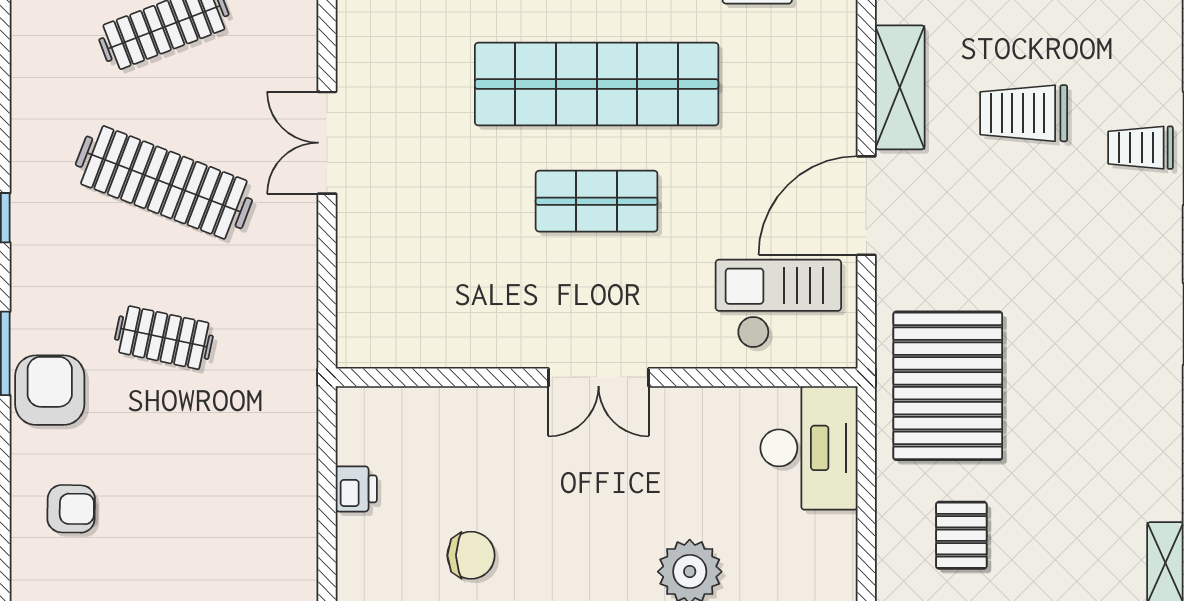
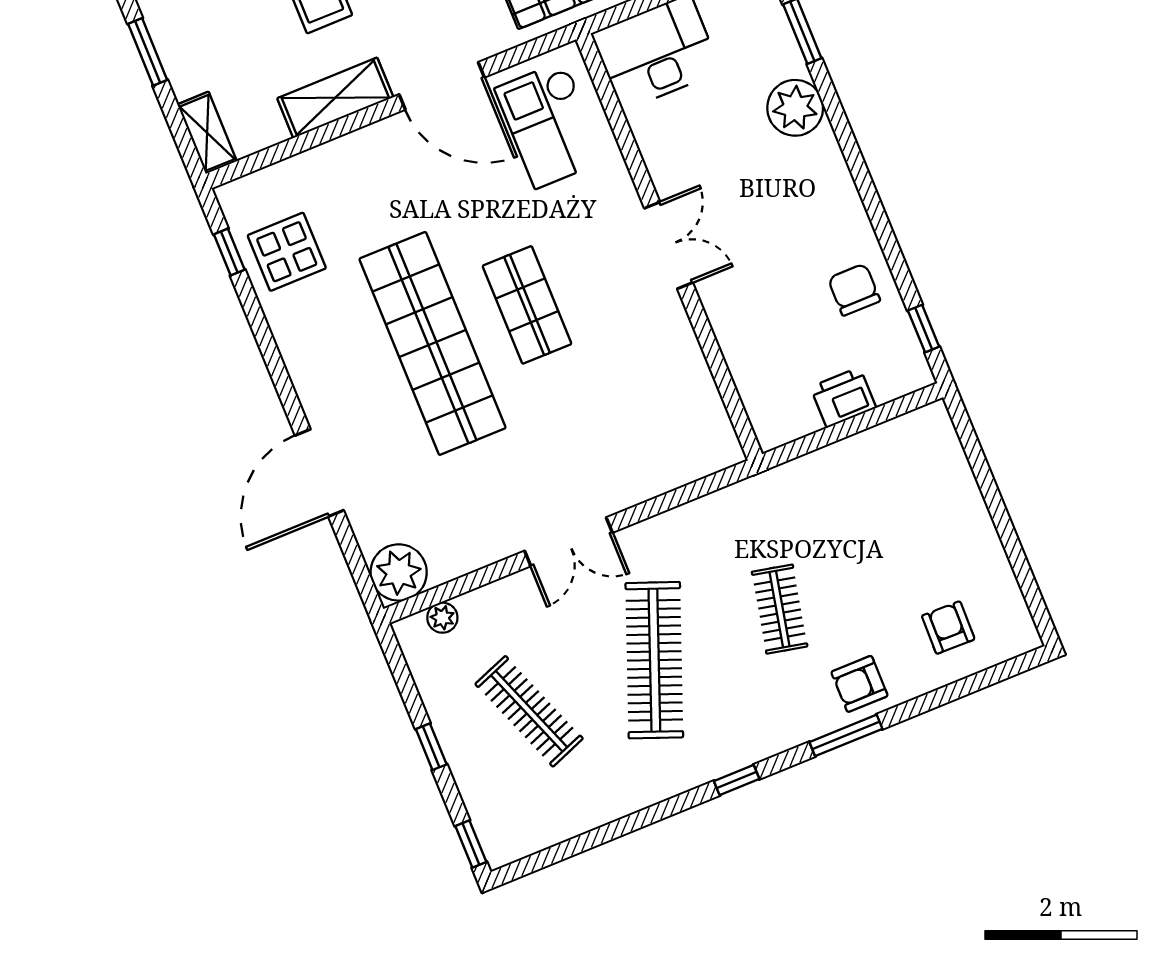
armchair: (50, 390) -> (859, 684), width x0.72, depth x0.72
printer: (356, 489) -> (843, 397), width x1.36, depth x1.24

